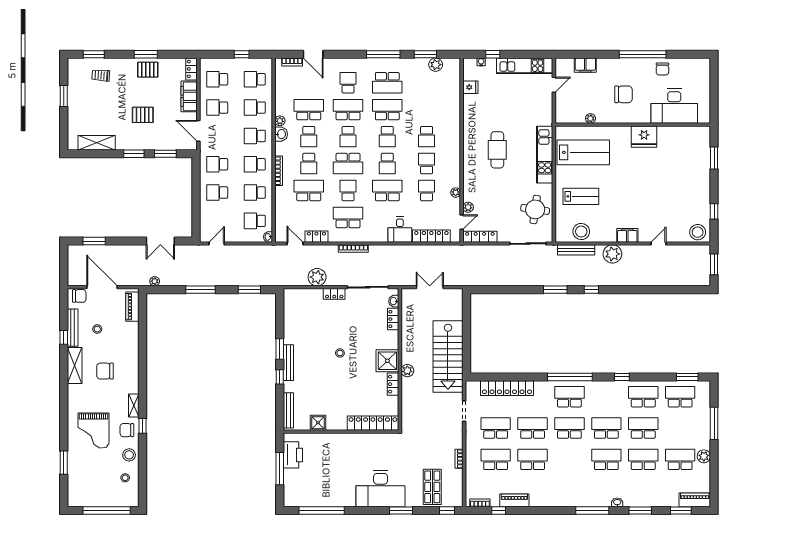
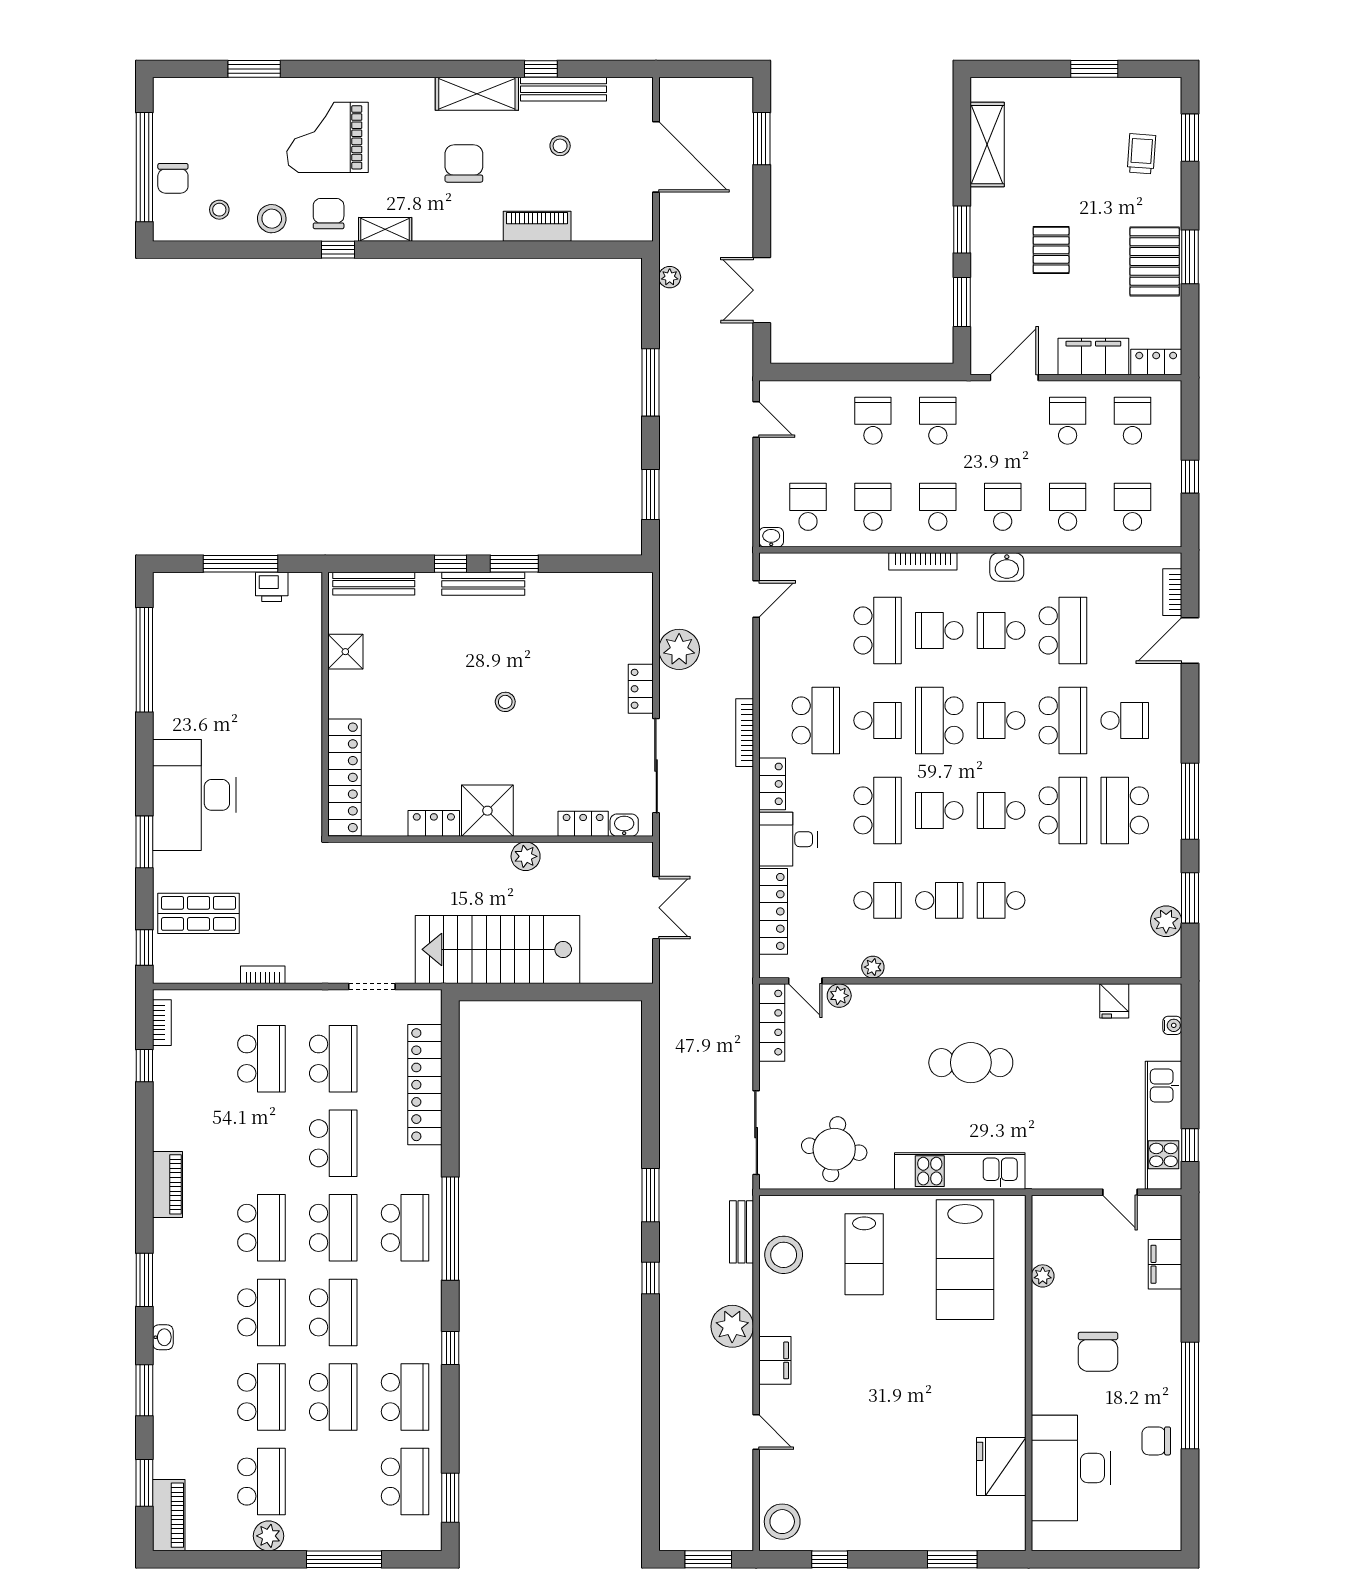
window: (493, 54) -> (1190, 1145), moved
pallet: (148, 70) -> (1155, 261), width x1.50, depth x1.42
plant: (280, 121) -> (1037, 564), removed
fridge: (644, 137) -> (1001, 1466), moved
locker: (316, 237) -> (772, 784), moved
bench: (576, 250) -> (741, 1232), width x0.73
door: (102, 287) -> (656, 157), hinge flipped
chair: (79, 296) -> (173, 178), moved
piano: (132, 307) -> (537, 226), moved
plant: (407, 371) -> (526, 856), moved
printer: (293, 455) -> (272, 587), width x0.53, depth x0.68
school desk: (533, 459) -> (261, 1228), moved
piano: (514, 500) -> (168, 1184), moved
window: (592, 510) -> (144, 1280), width x0.69

